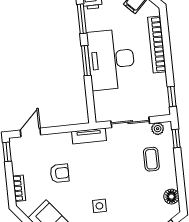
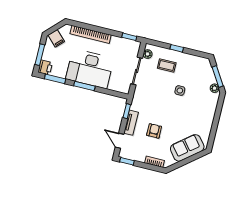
window: (73, 128) -> (127, 111), added
tv unit: (89, 136) -> (131, 123), moved
window: (176, 139) -> (177, 48), moved
floor lamp: (171, 197) -> (197, 61), removed
side table: (99, 206) -> (180, 91), moved

